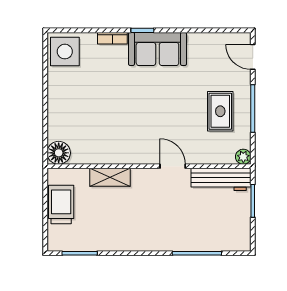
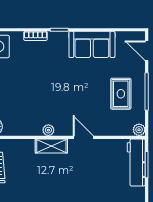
sofa: (157, 49) -> (92, 44), moved
plant: (129, 157) -> (48, 130), added
shelving: (110, 177) -> (51, 146), moved
workbench: (221, 179) -> (136, 162), moved, turned 90

